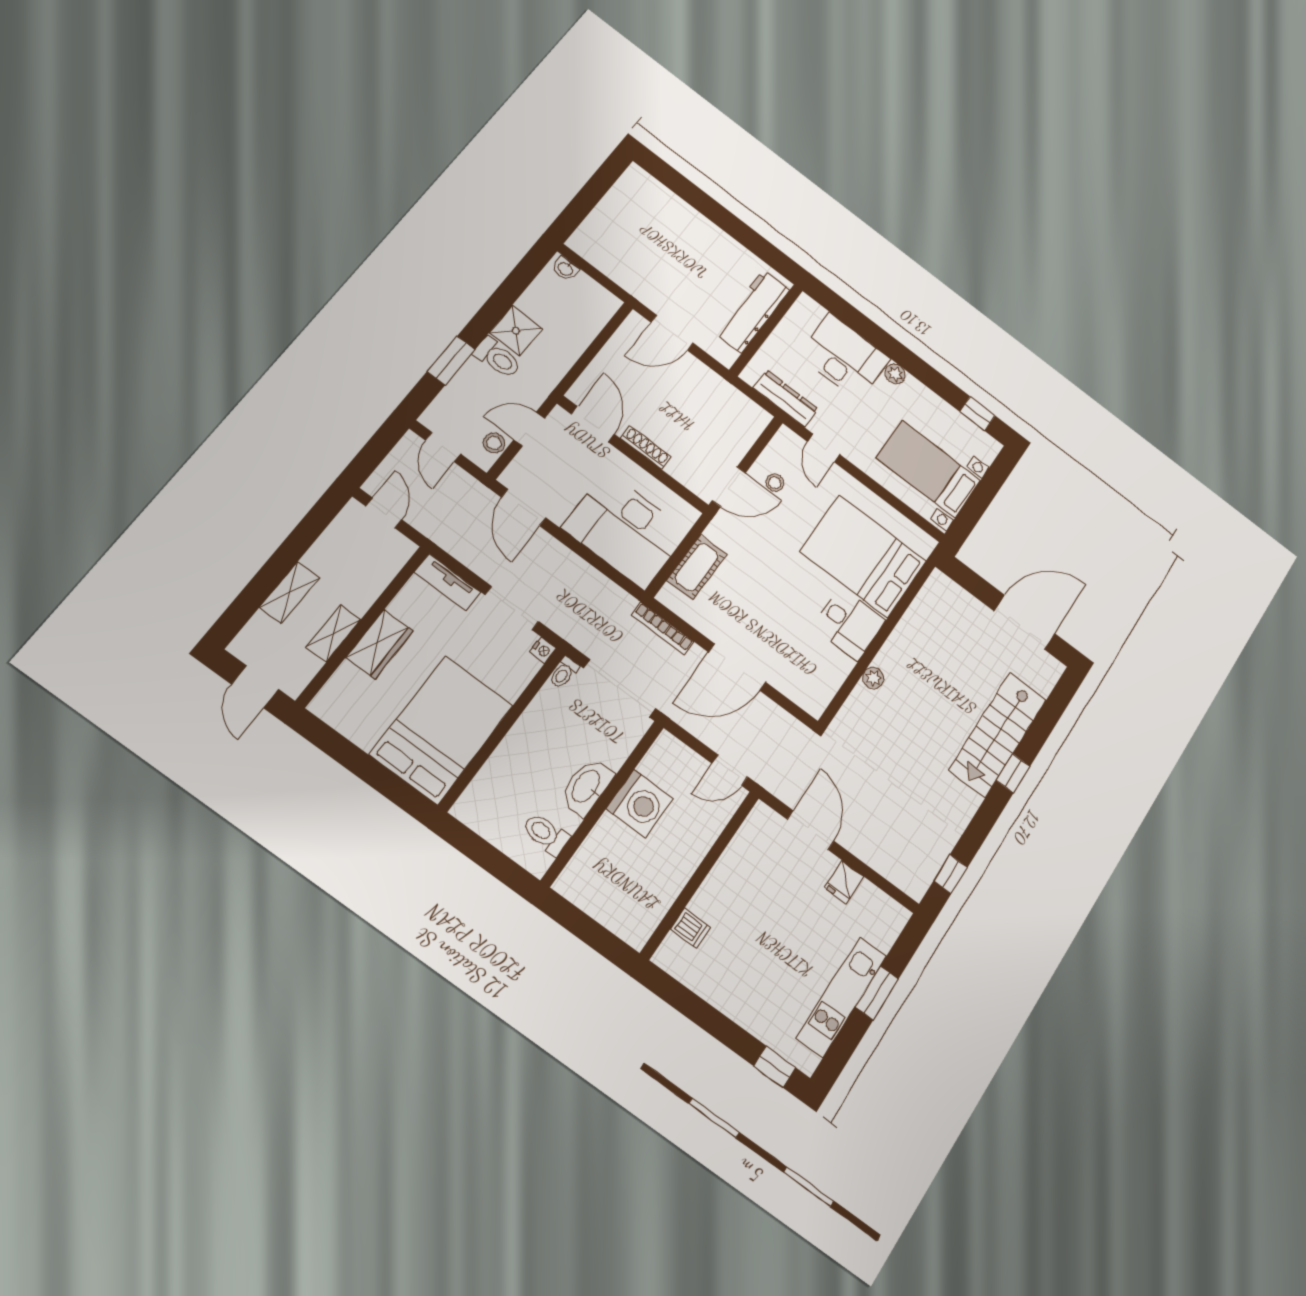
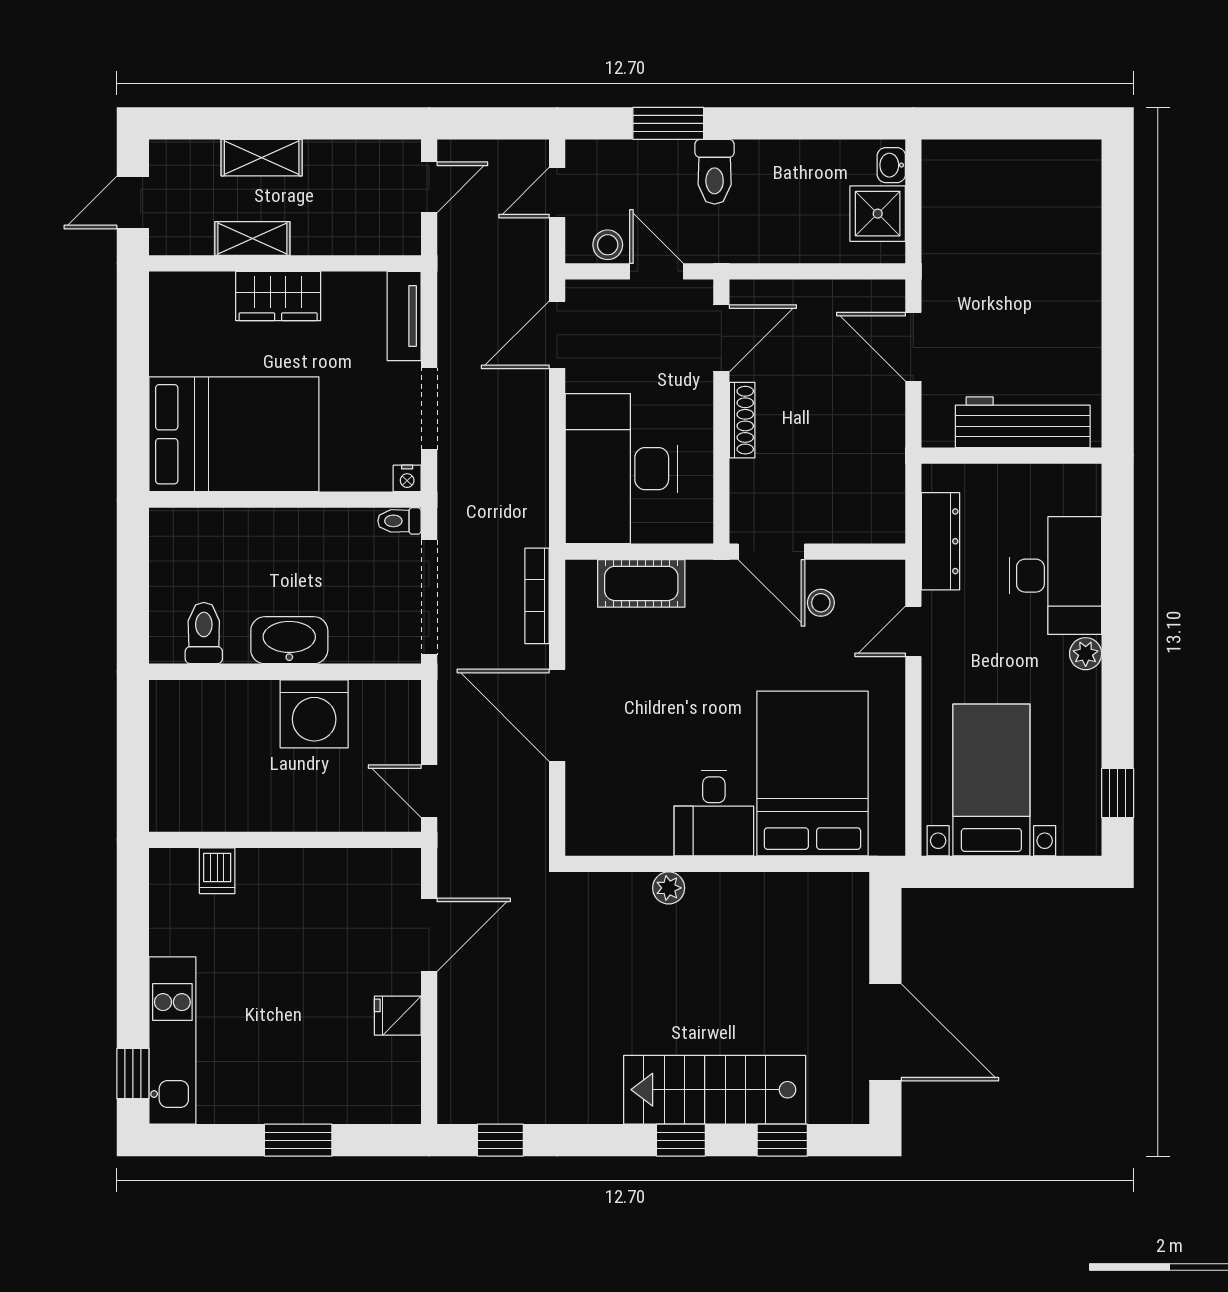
shower: (516, 331) -> (878, 214), moved
window: (1047, 719) -> (782, 1140), added
kitchen unit: (842, 997) -> (172, 1041), moved, turned 90

